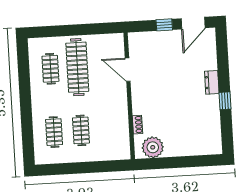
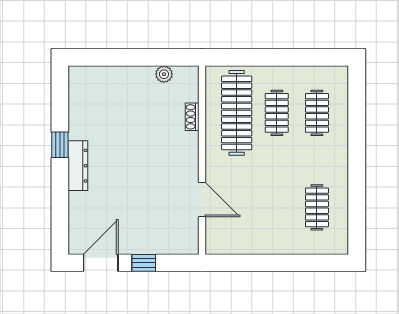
clothes rail: (77, 67) -> (237, 113), moved
dresser: (212, 82) -> (78, 166), width x1.44
plant: (153, 147) -> (164, 74), width x0.53, depth x0.53

